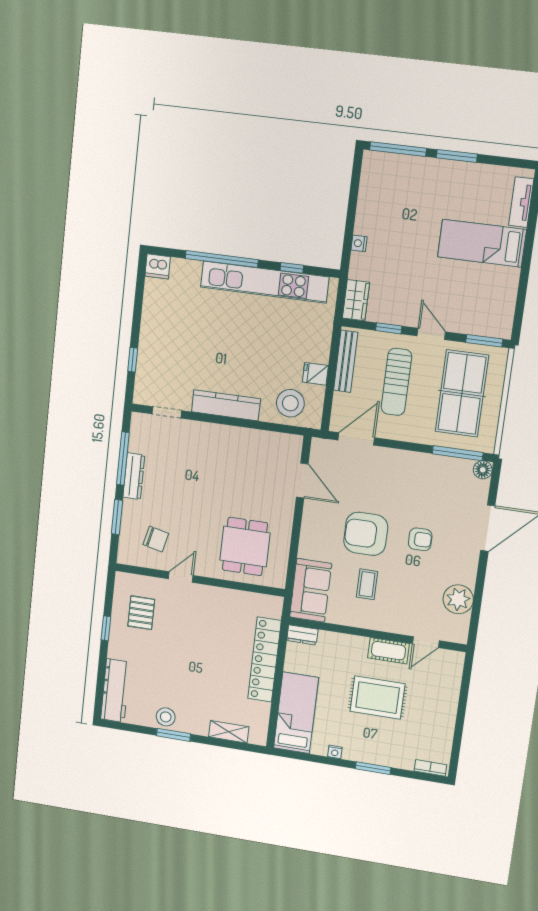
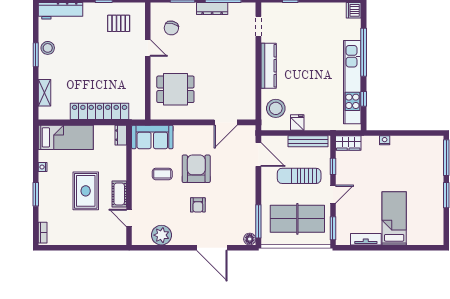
tv unit: (521, 202) -> (366, 239), moved

